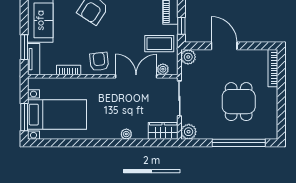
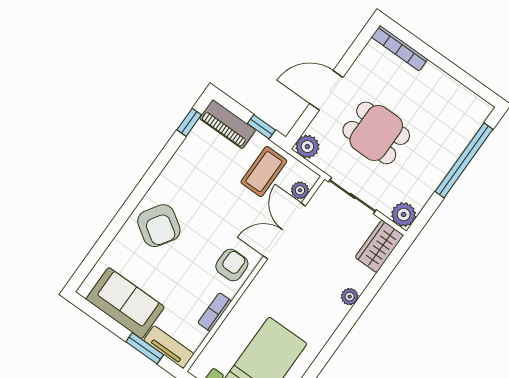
armchair: (99, 62) -> (232, 265), turned 96
dining table: (239, 102) -> (376, 133), moved

